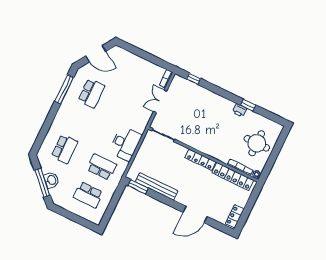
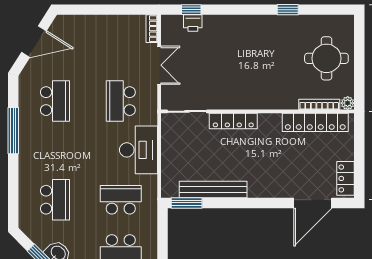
window: (64, 89) -> (13, 131), moved
double door: (160, 101) -> (159, 65), swing flipped
printer: (240, 110) -> (193, 23), moved
school desk: (129, 111) -> (121, 101), added
locker: (200, 160) -> (233, 121), moved
door: (195, 214) -> (313, 203), moved

